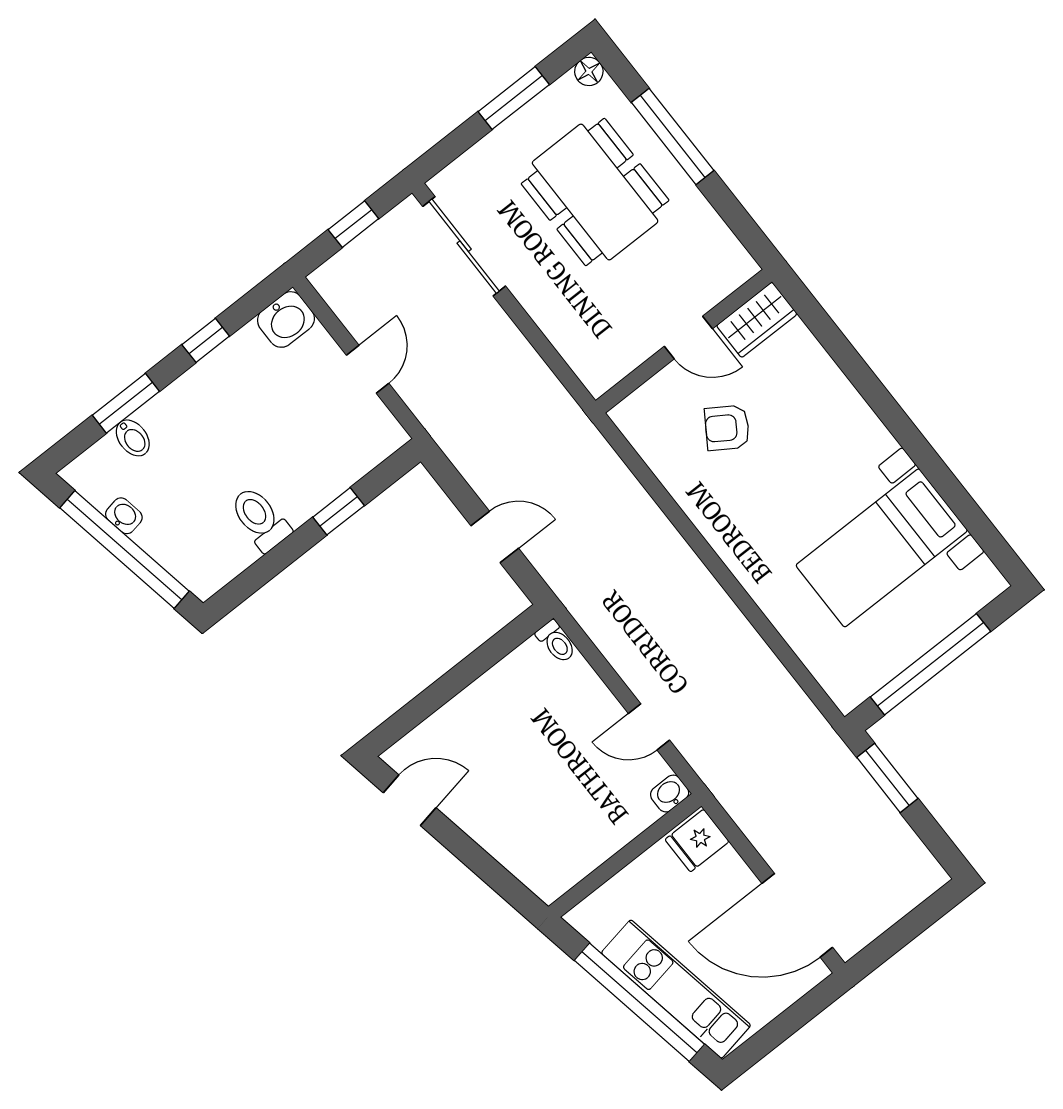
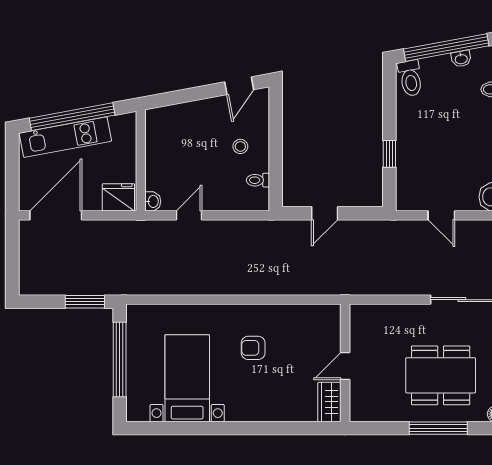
armchair: (727, 428) -> (253, 348), moved, turned -123
toilet: (260, 519) -> (410, 78), moved, turned 80
toilet: (556, 642) -> (258, 180), moved
stool: (494, 731) -> (240, 146), added
fridge: (697, 840) -> (118, 197), width x1.38

